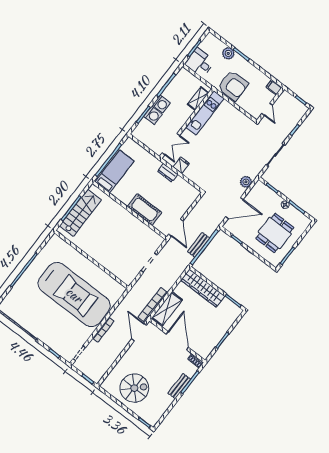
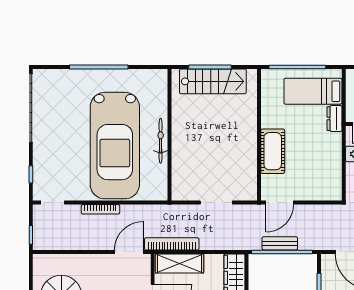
bed: (115, 171) -> (313, 91), moved, turned 180
dresser: (168, 173) -> (335, 119), moved
bicycle: (91, 267) -> (161, 141), added

